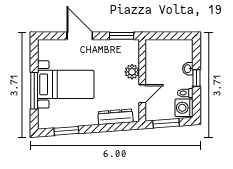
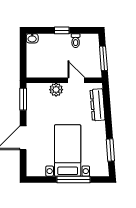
washbasin: (188, 69) -> (32, 38), moved
washing machine: (184, 108) -> (89, 42), removed

